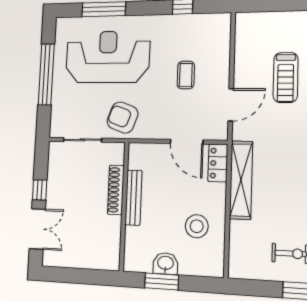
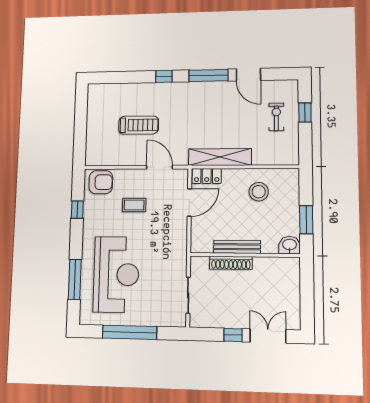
reception desk: (108, 57) -> (116, 274), turned 180
armchair: (123, 118) -> (101, 182), moved, turned -110
washbasin: (165, 263) -> (290, 245), moved, turned 90

